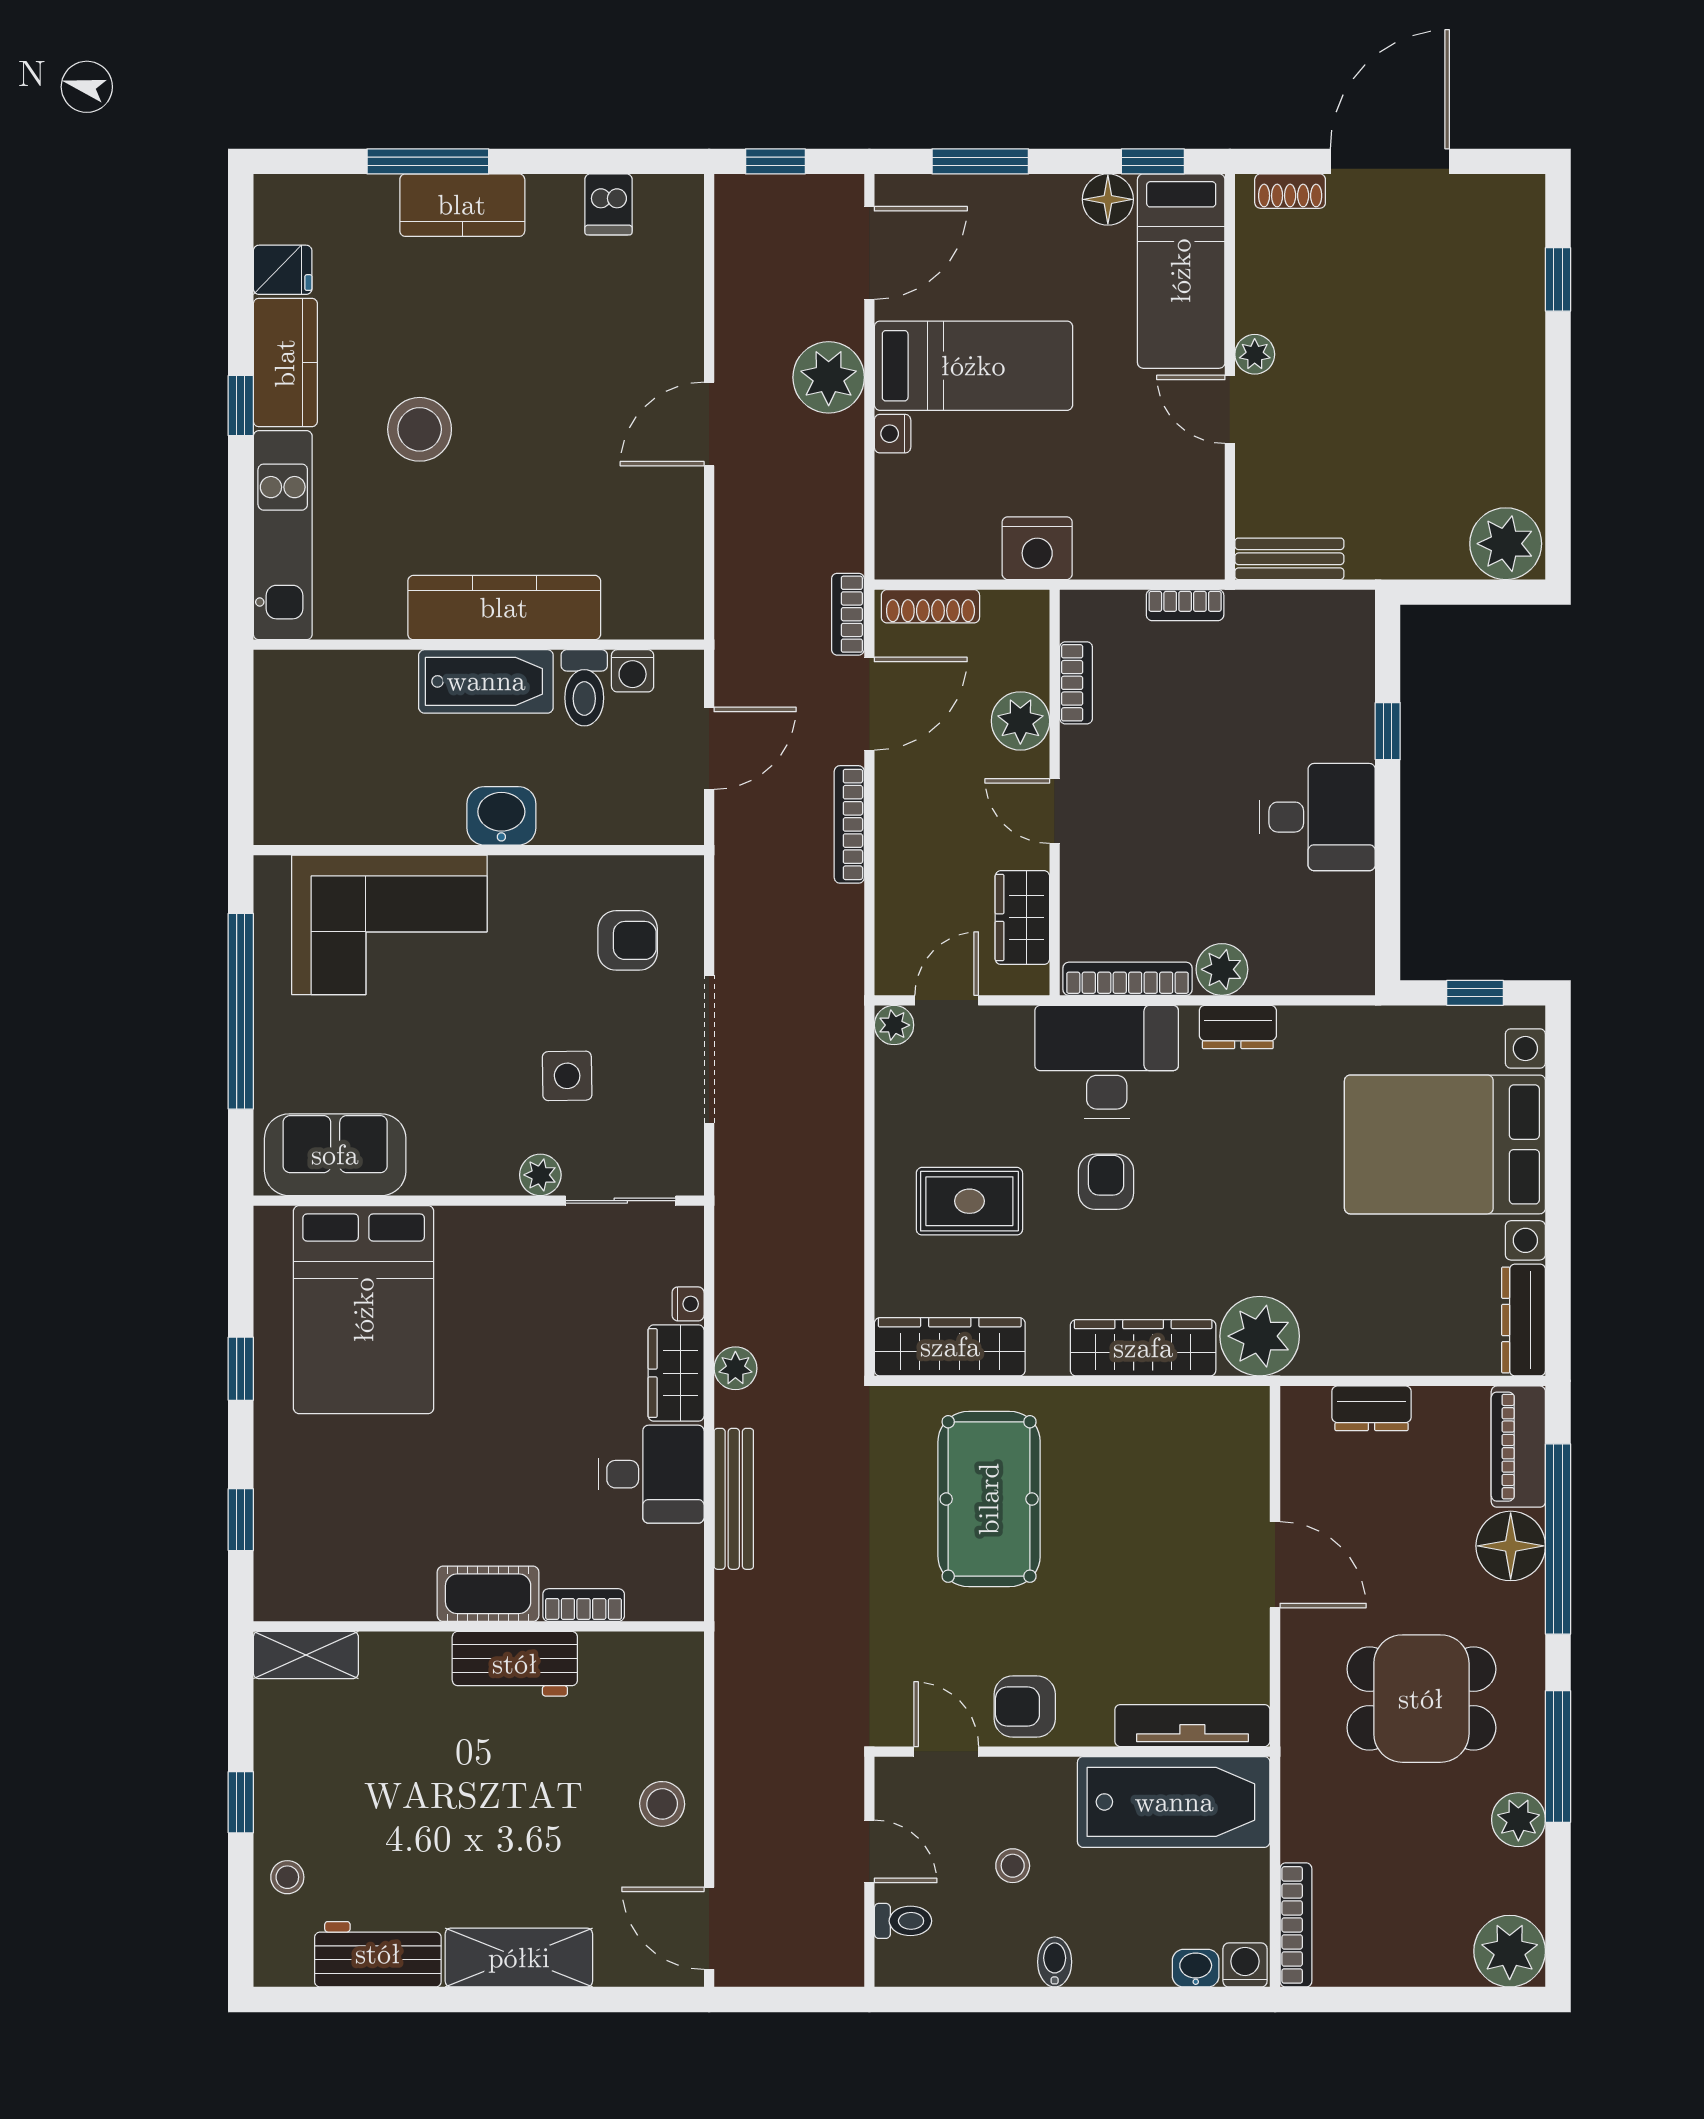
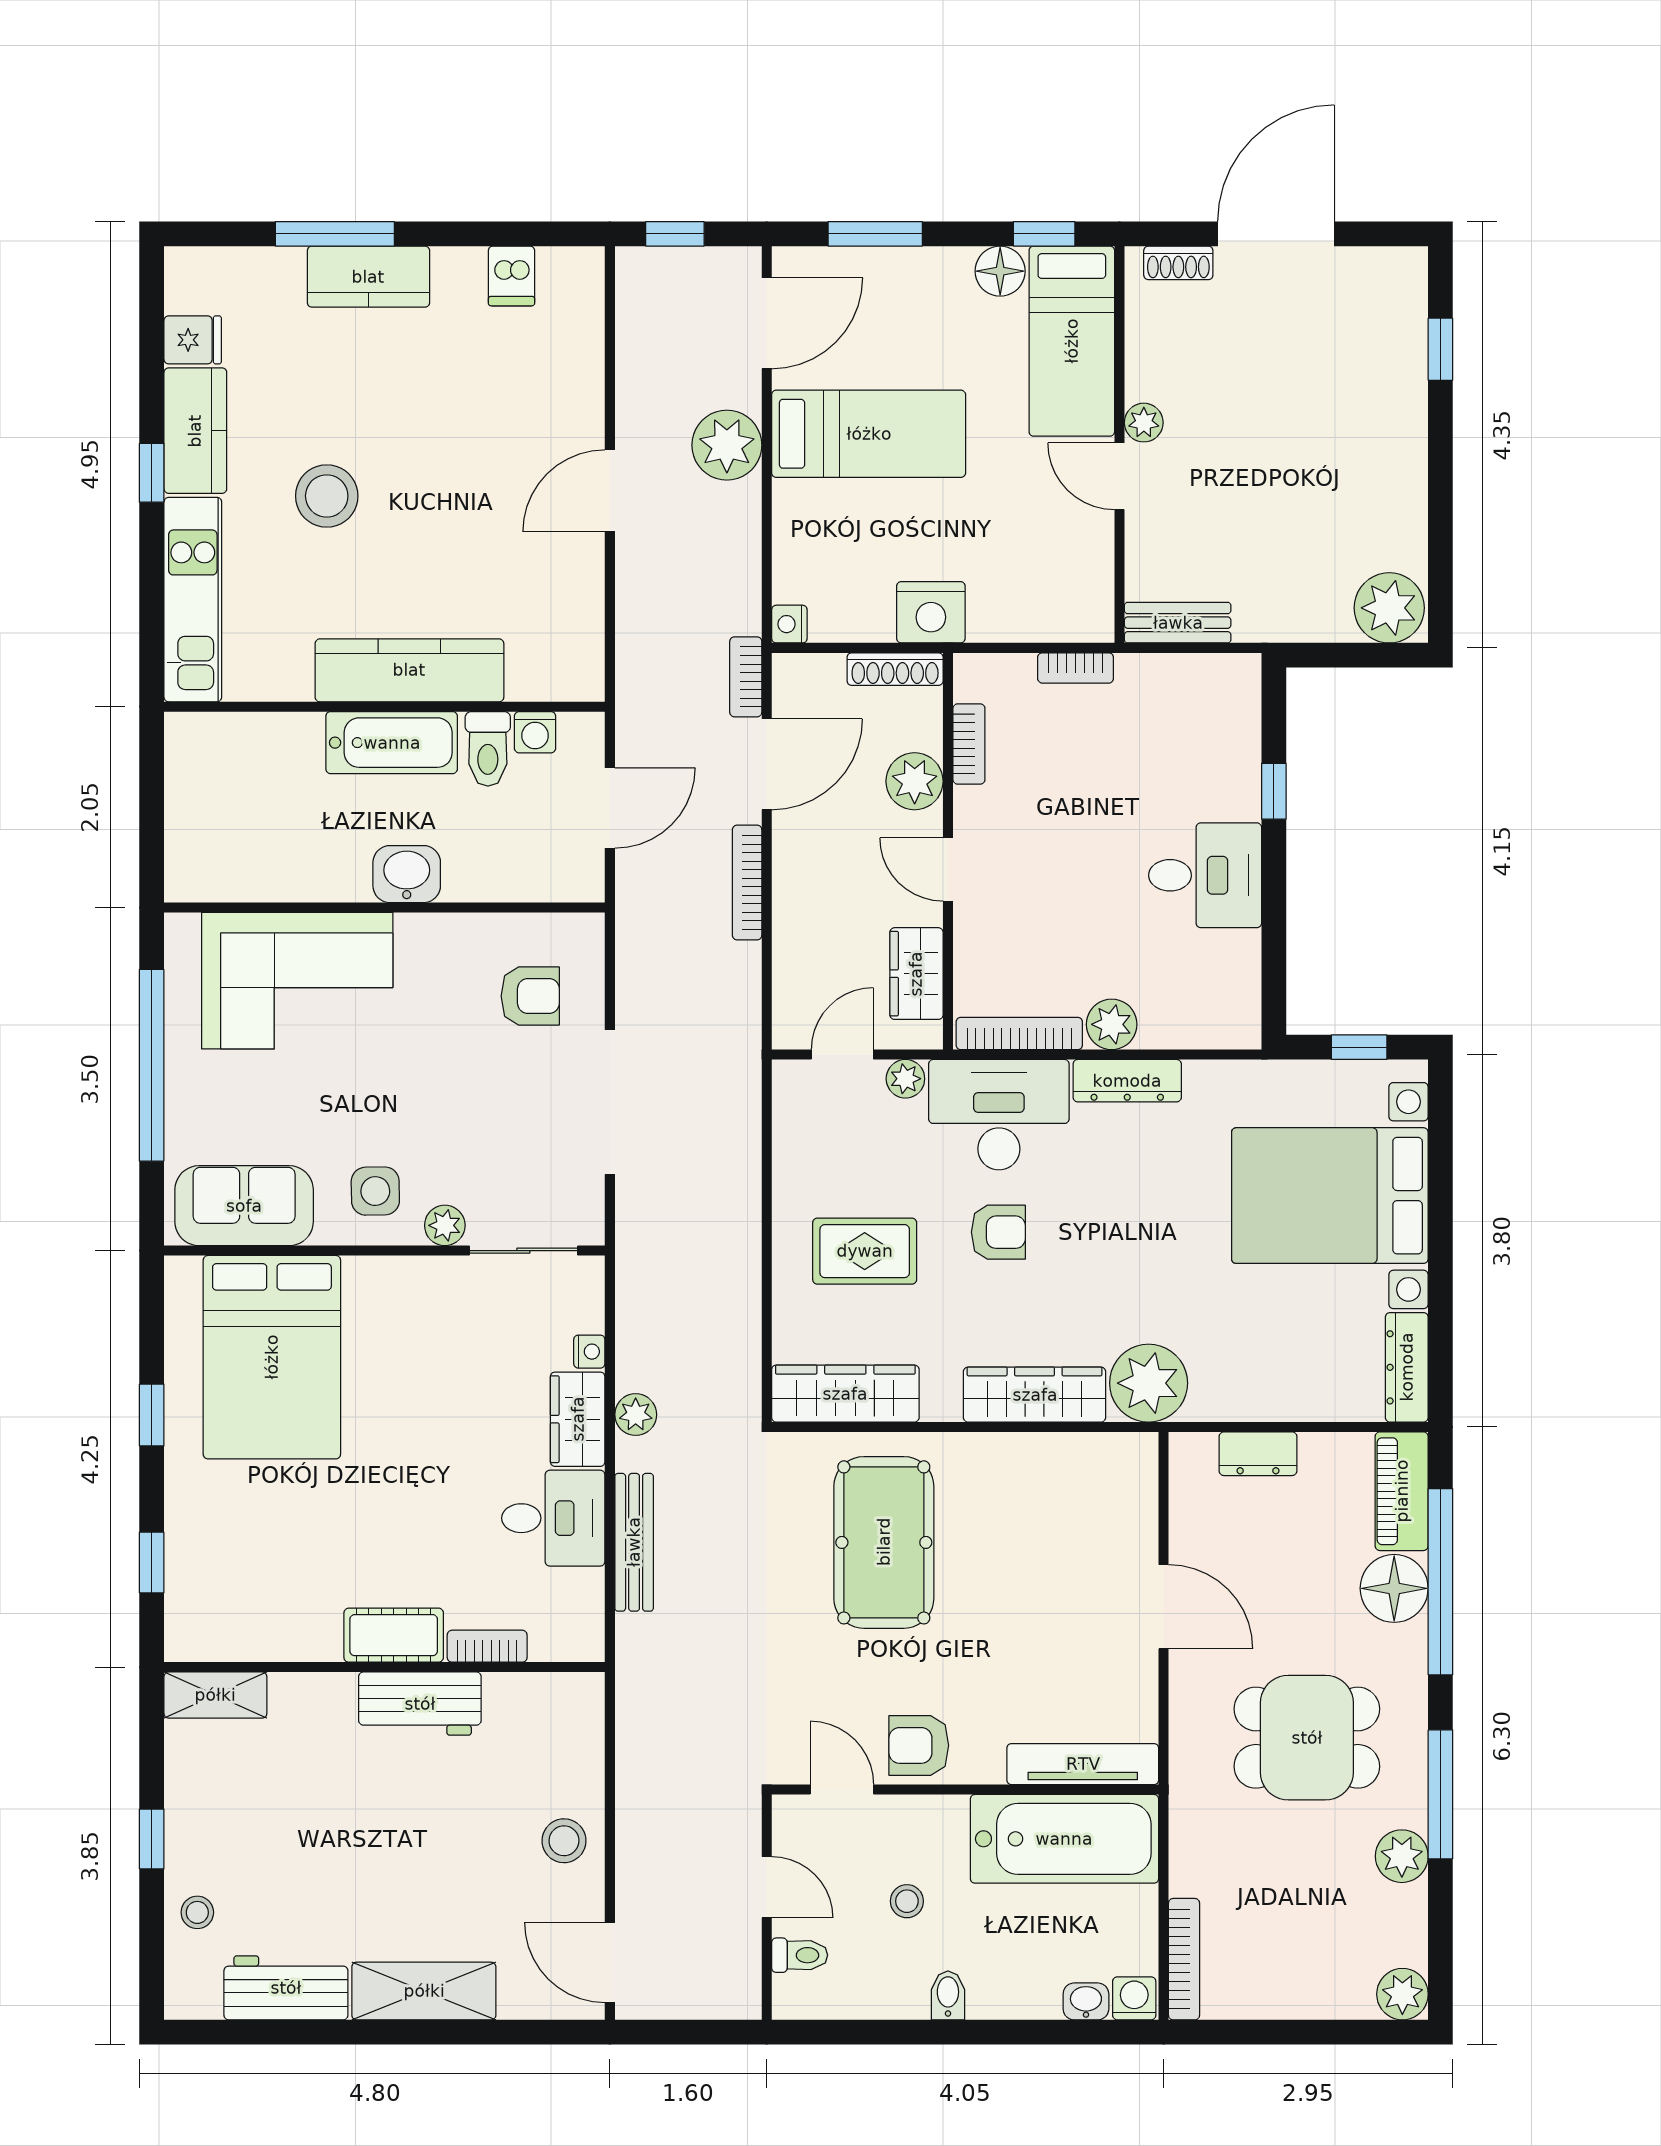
nightstand: (893, 434) -> (789, 624), moved
shoe rack: (930, 606) -> (895, 669), moved
plant: (894, 1025) -> (905, 1079), moved
dresser: (1238, 1027) -> (1127, 1081), width x1.44
side table: (567, 1076) -> (375, 1191), moved
armchair: (1106, 1182) -> (998, 1232), turned 90
plant: (1510, 1951) -> (1402, 1994), width x0.73, depth x0.73

